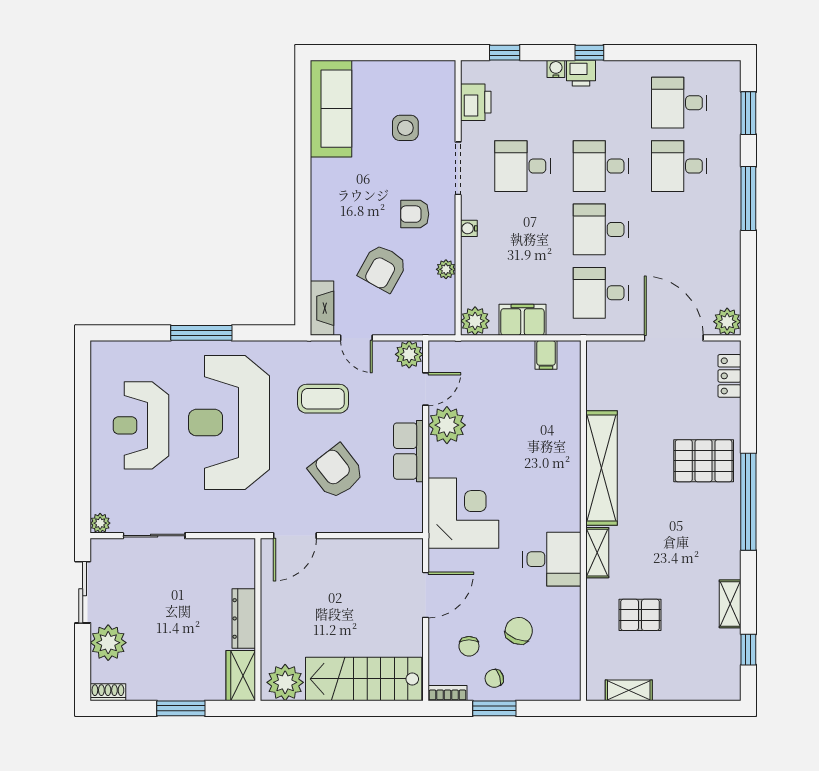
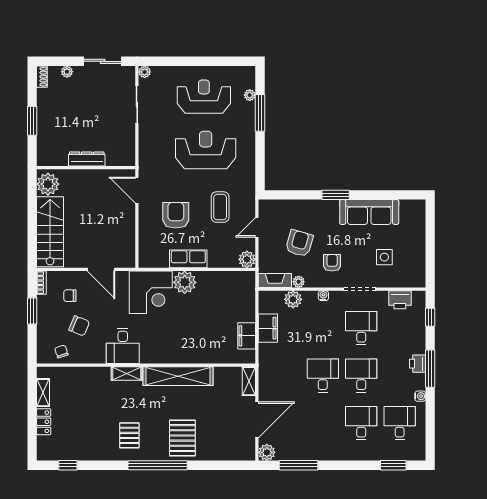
window: (589, 53) -> (430, 369), width x2.17
water cooler: (556, 69) -> (420, 396), moved
sofa: (331, 109) -> (369, 212), moved
window: (748, 199) -> (298, 465), moved
window: (303, 208) -> (336, 195), added
armchair: (383, 268) -> (299, 243), turned 77
desk: (601, 293) -> (284, 376), removed
fireplace: (322, 308) -> (275, 281), moved, turned 180
plant: (475, 321) -> (293, 299), moved
window: (201, 333) -> (260, 113), moved
plant: (138, 350) -> (250, 95), added
filing cabinet: (546, 355) -> (247, 336), width x2.00
locker: (729, 376) -> (44, 422), moved, turned 90
door: (426, 389) -> (226, 269), removed
reception desk: (229, 423) -> (206, 150), width x0.74, depth x0.77
plant: (447, 425) -> (185, 282), moved
armchair: (336, 472) -> (176, 215), turned -52
shelving: (730, 604) -> (249, 381), moved, turned 90
pallet: (640, 615) -> (129, 435), moved
plant: (108, 643) -> (67, 72), width x0.53, depth x0.53
wardrobe: (241, 676) -> (52, 157), removed
chair: (494, 678) -> (61, 351), moved

